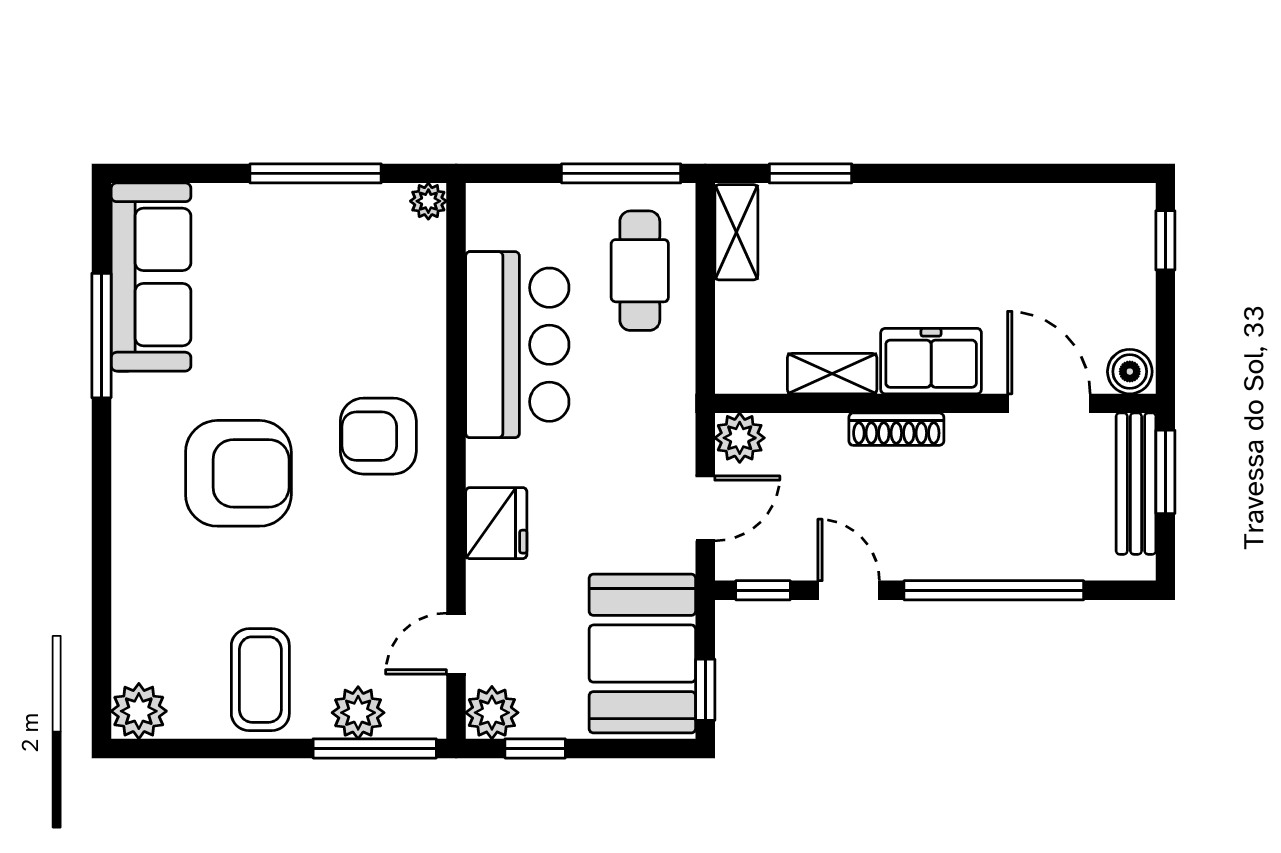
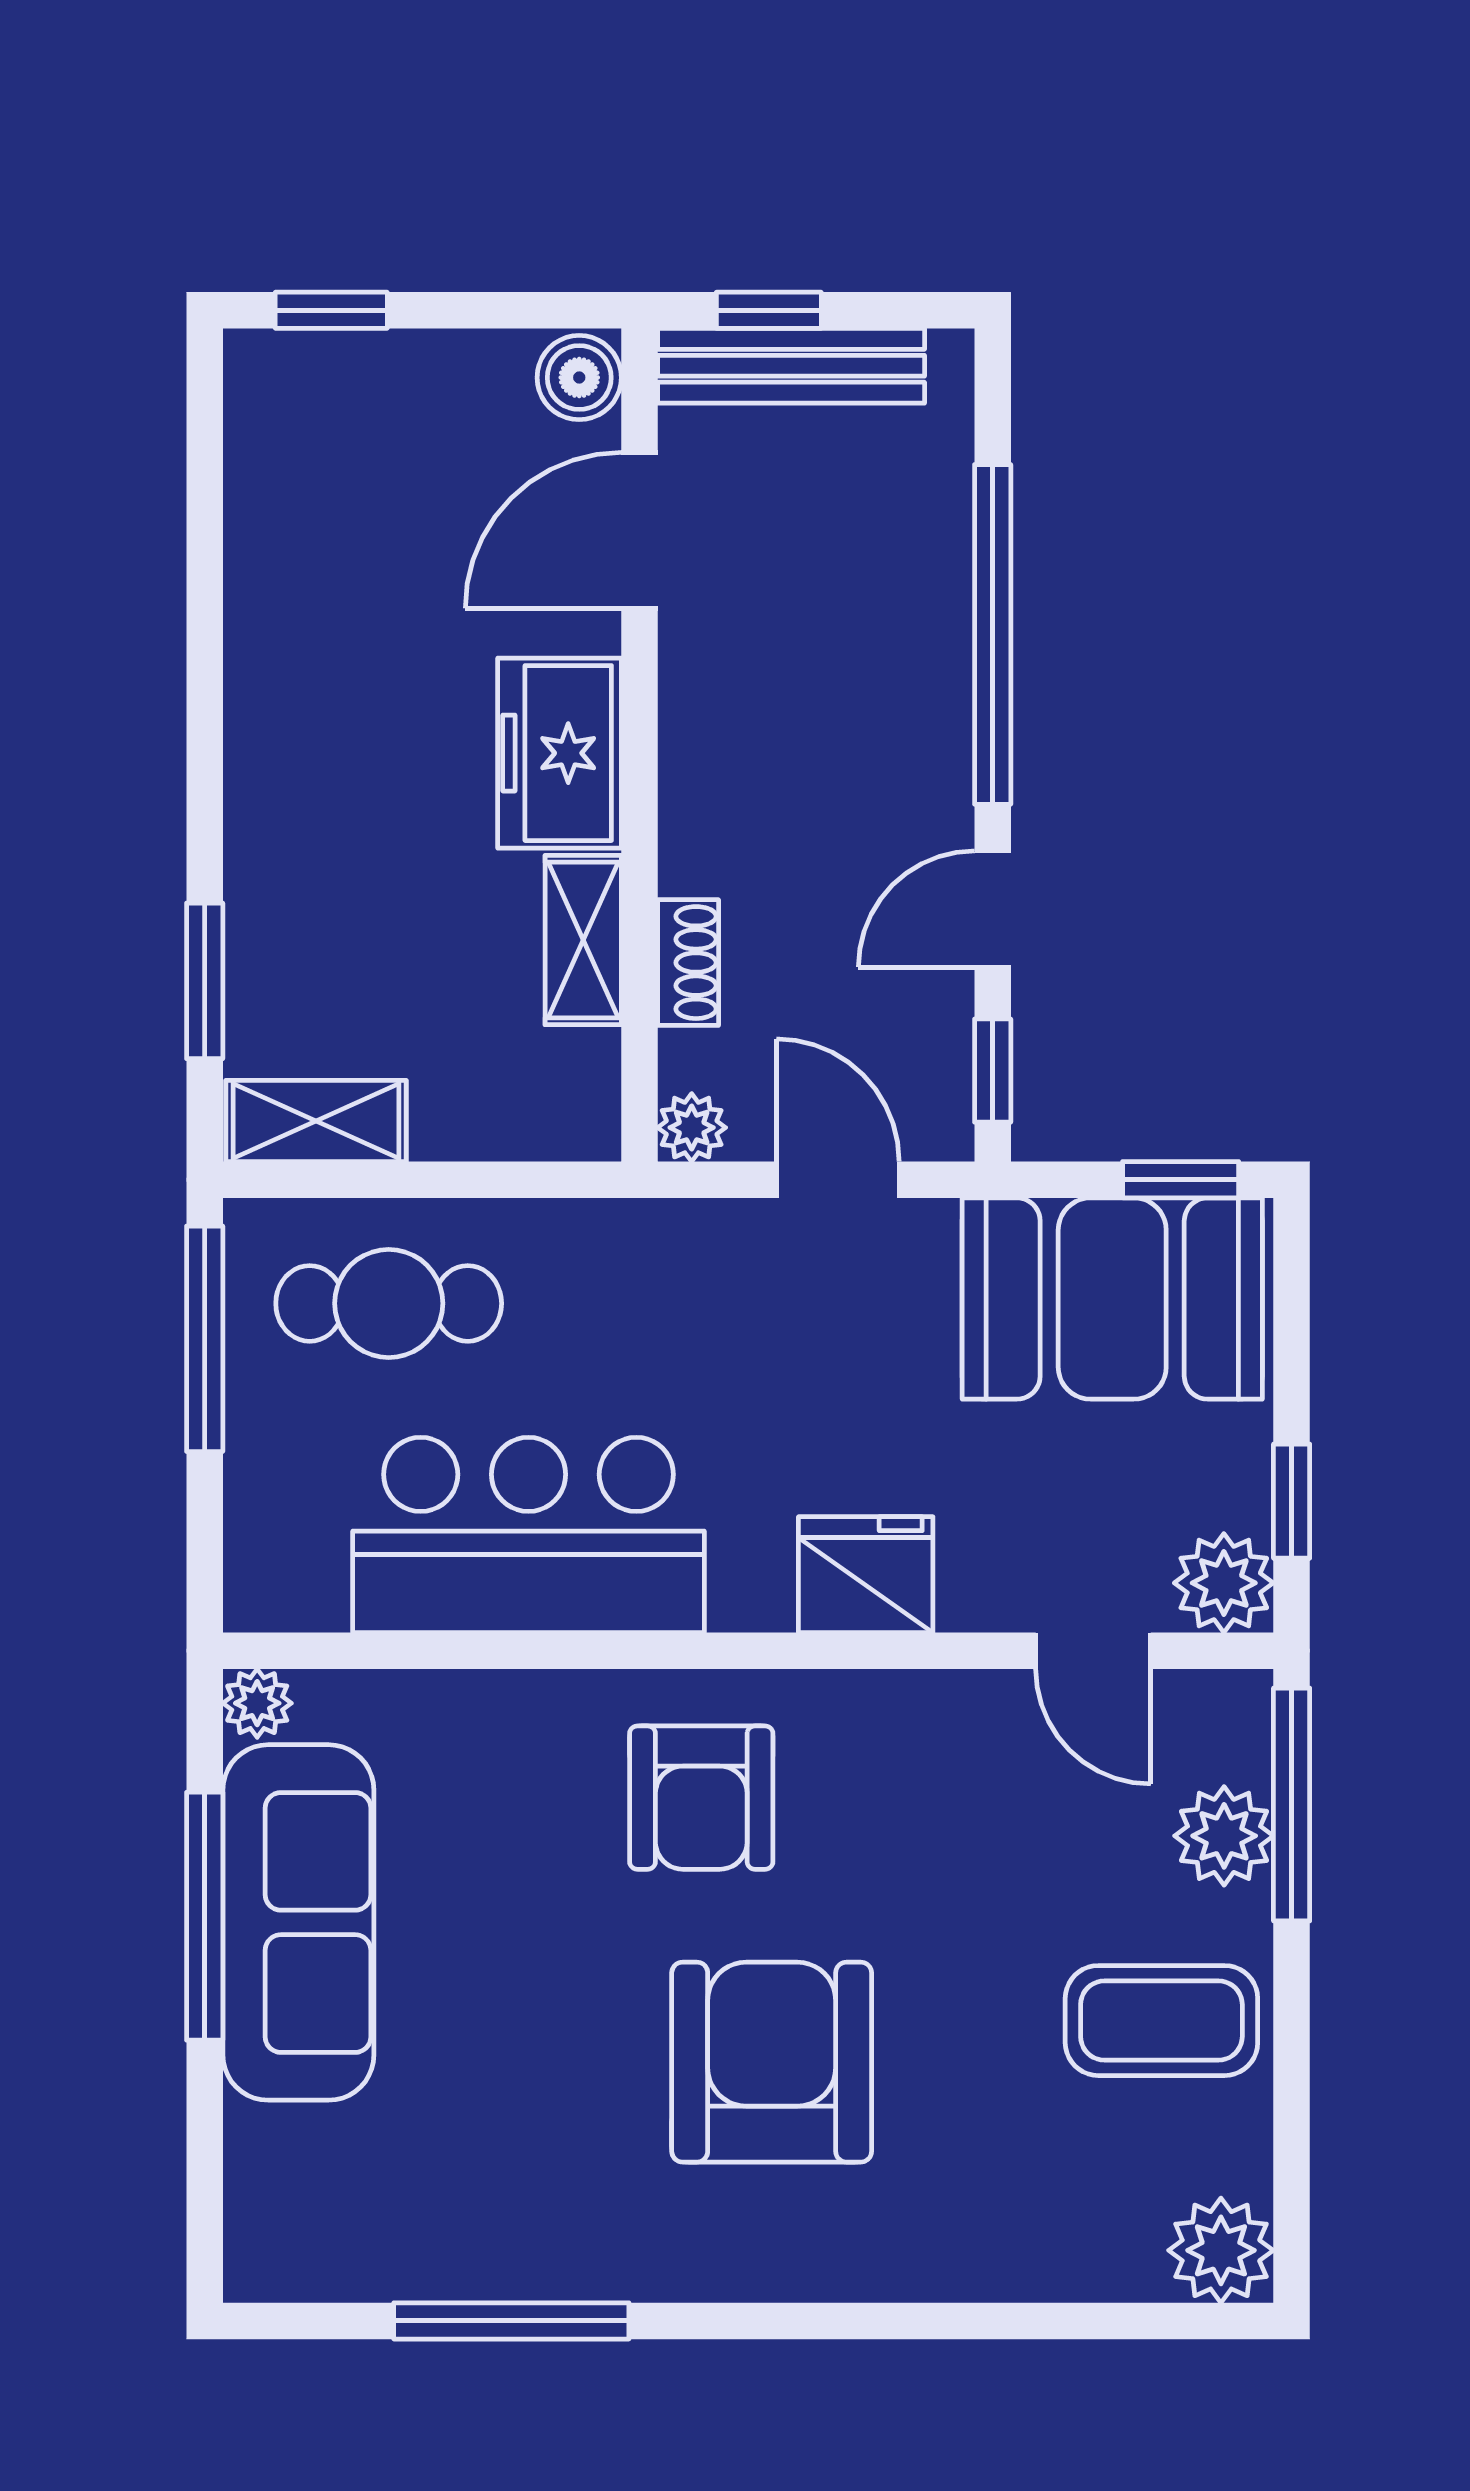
sofa: (151, 277) -> (298, 1922), moved, turned 90
shoe rack: (896, 429) -> (688, 963), moved, width x0.70
plant: (740, 438) -> (692, 1128), width x0.73, depth x0.73
window: (1165, 472) -> (769, 310), width x0.67

